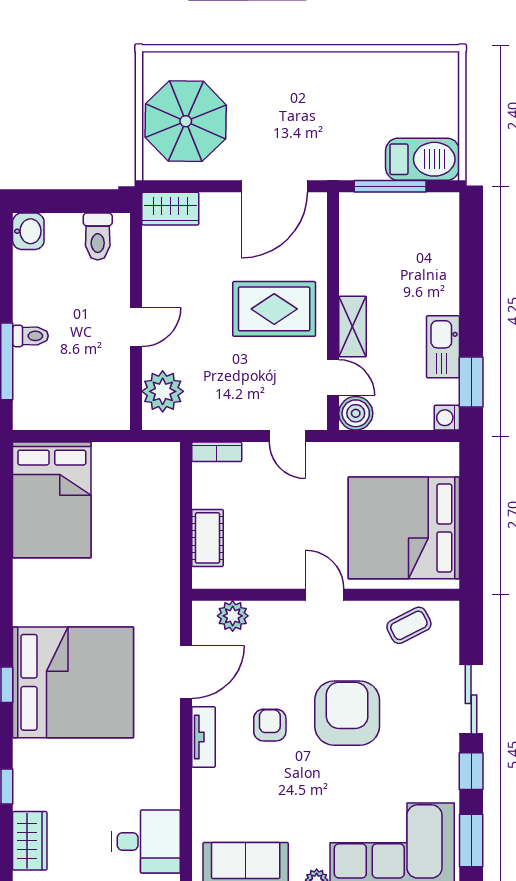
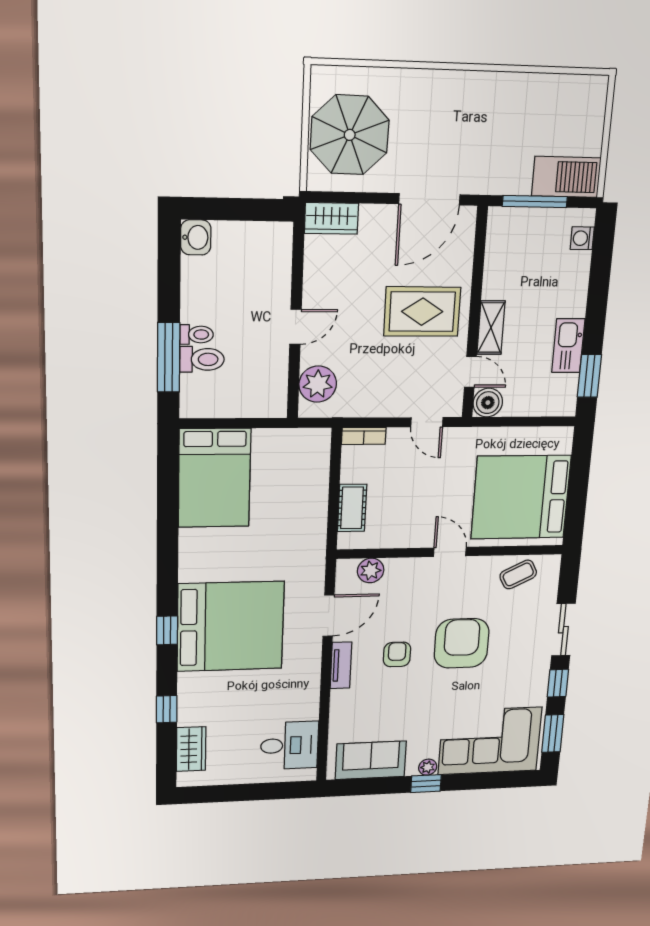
toilet: (98, 236) -> (202, 359), moved, turned -90
washing machine: (447, 418) -> (582, 238), moved

